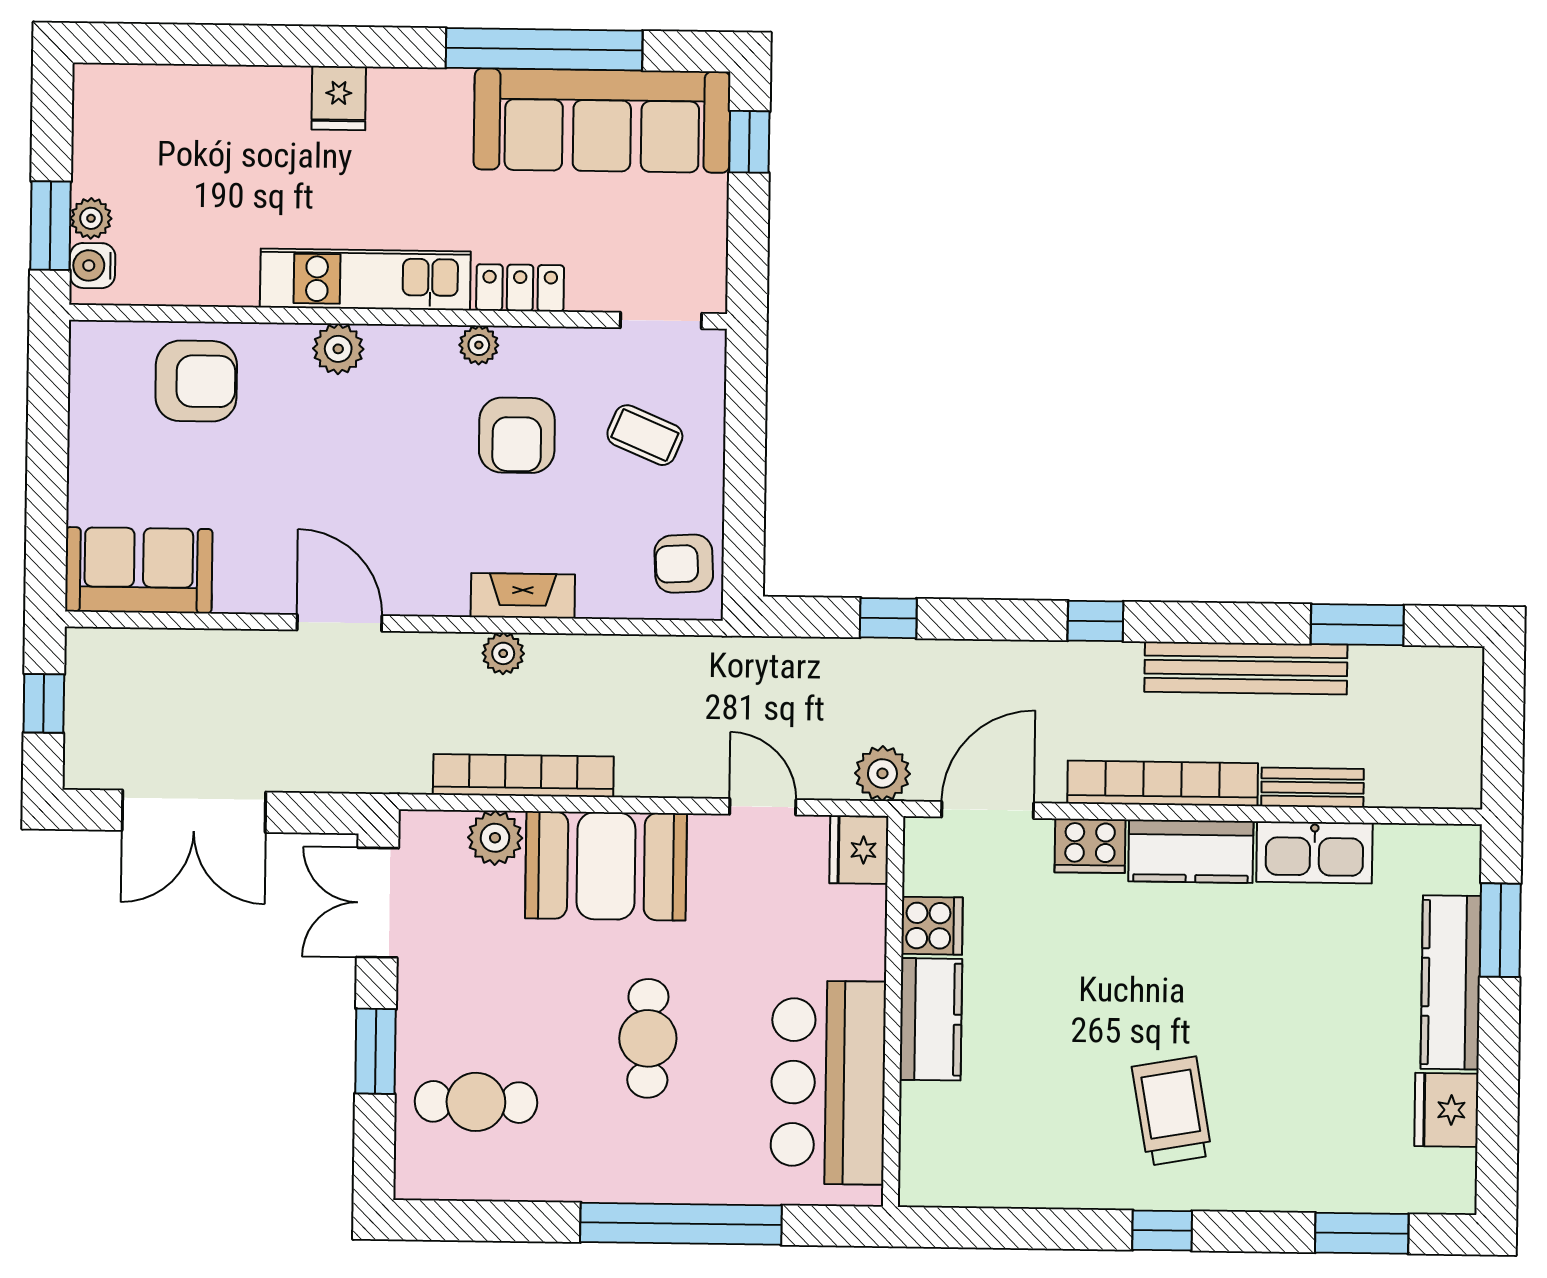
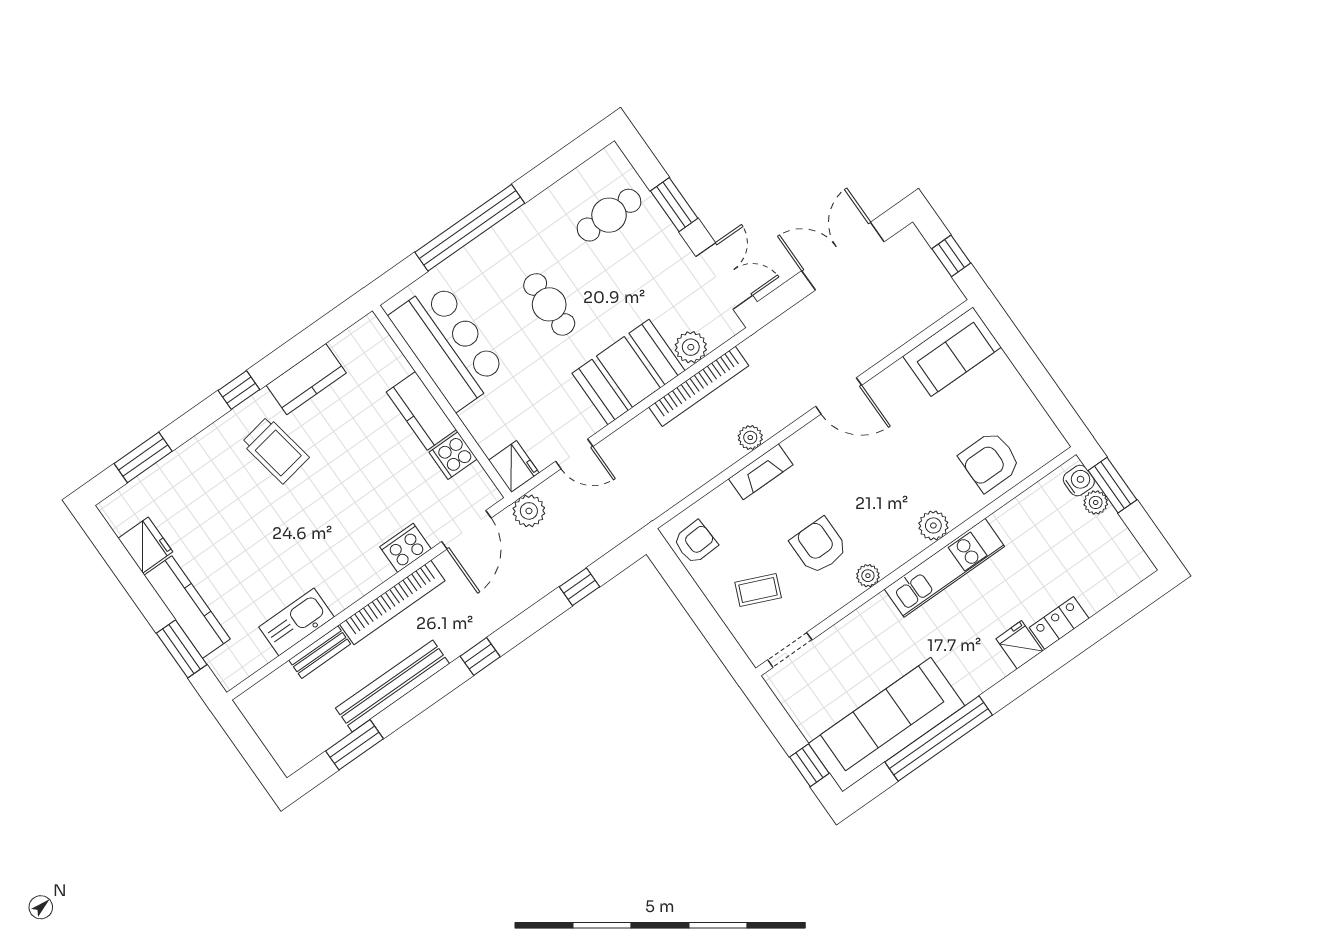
locker: (520, 288) -> (1059, 623), moved, turned 180
kitchen counter: (1191, 851) -> (306, 379), moved, turned 180

